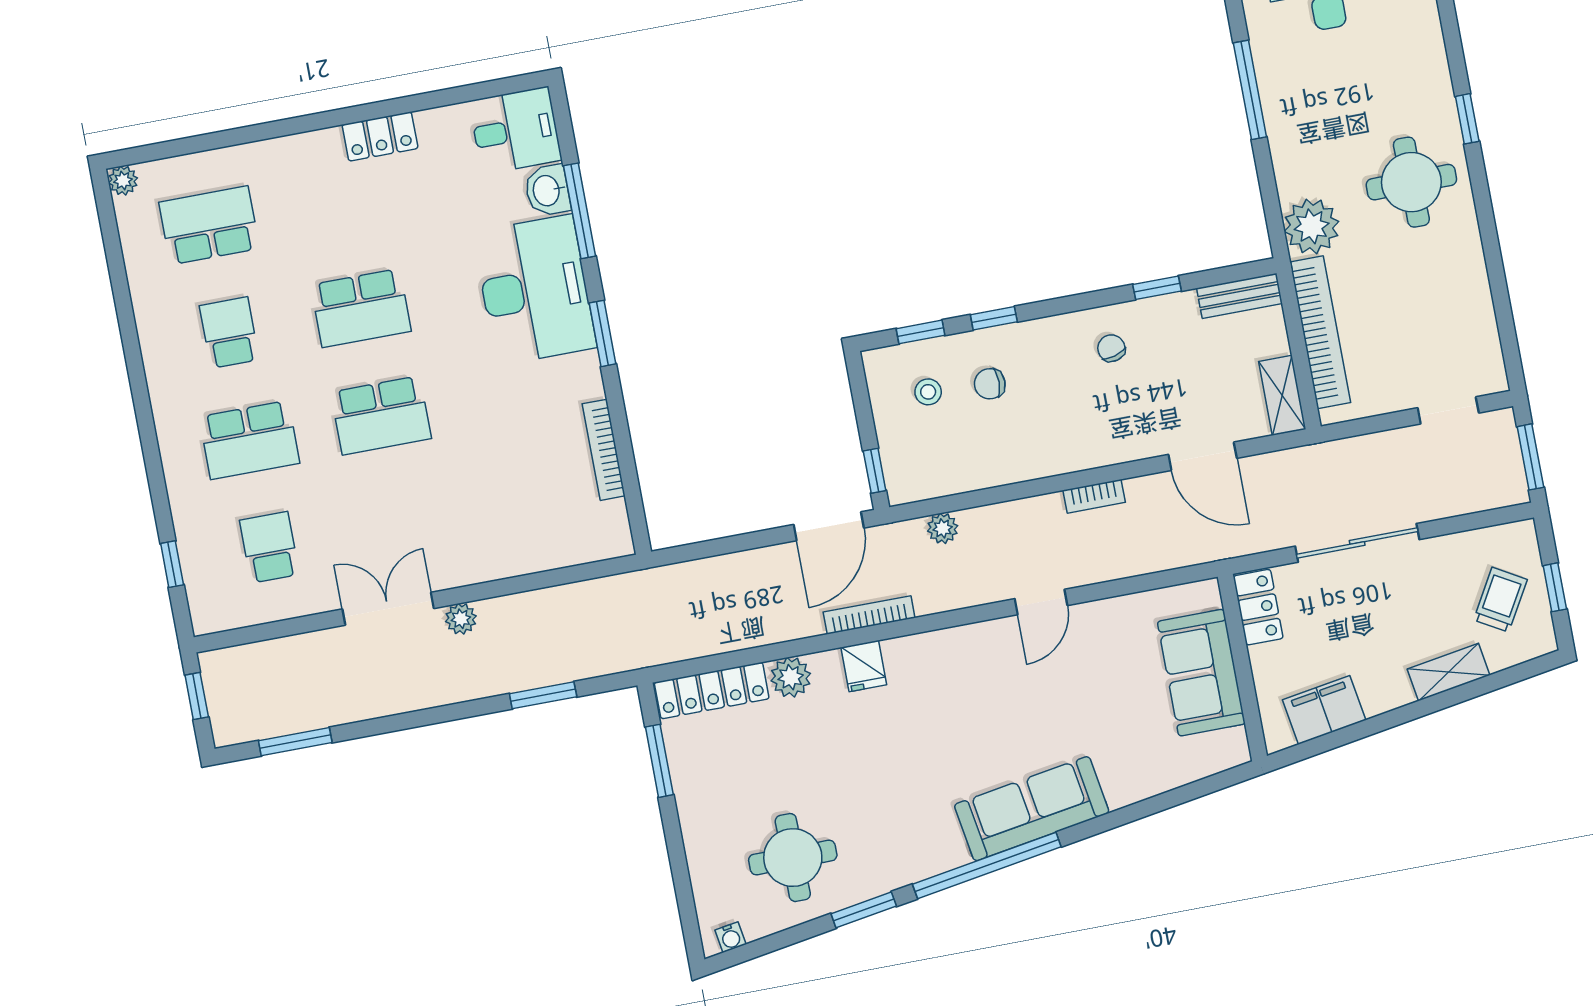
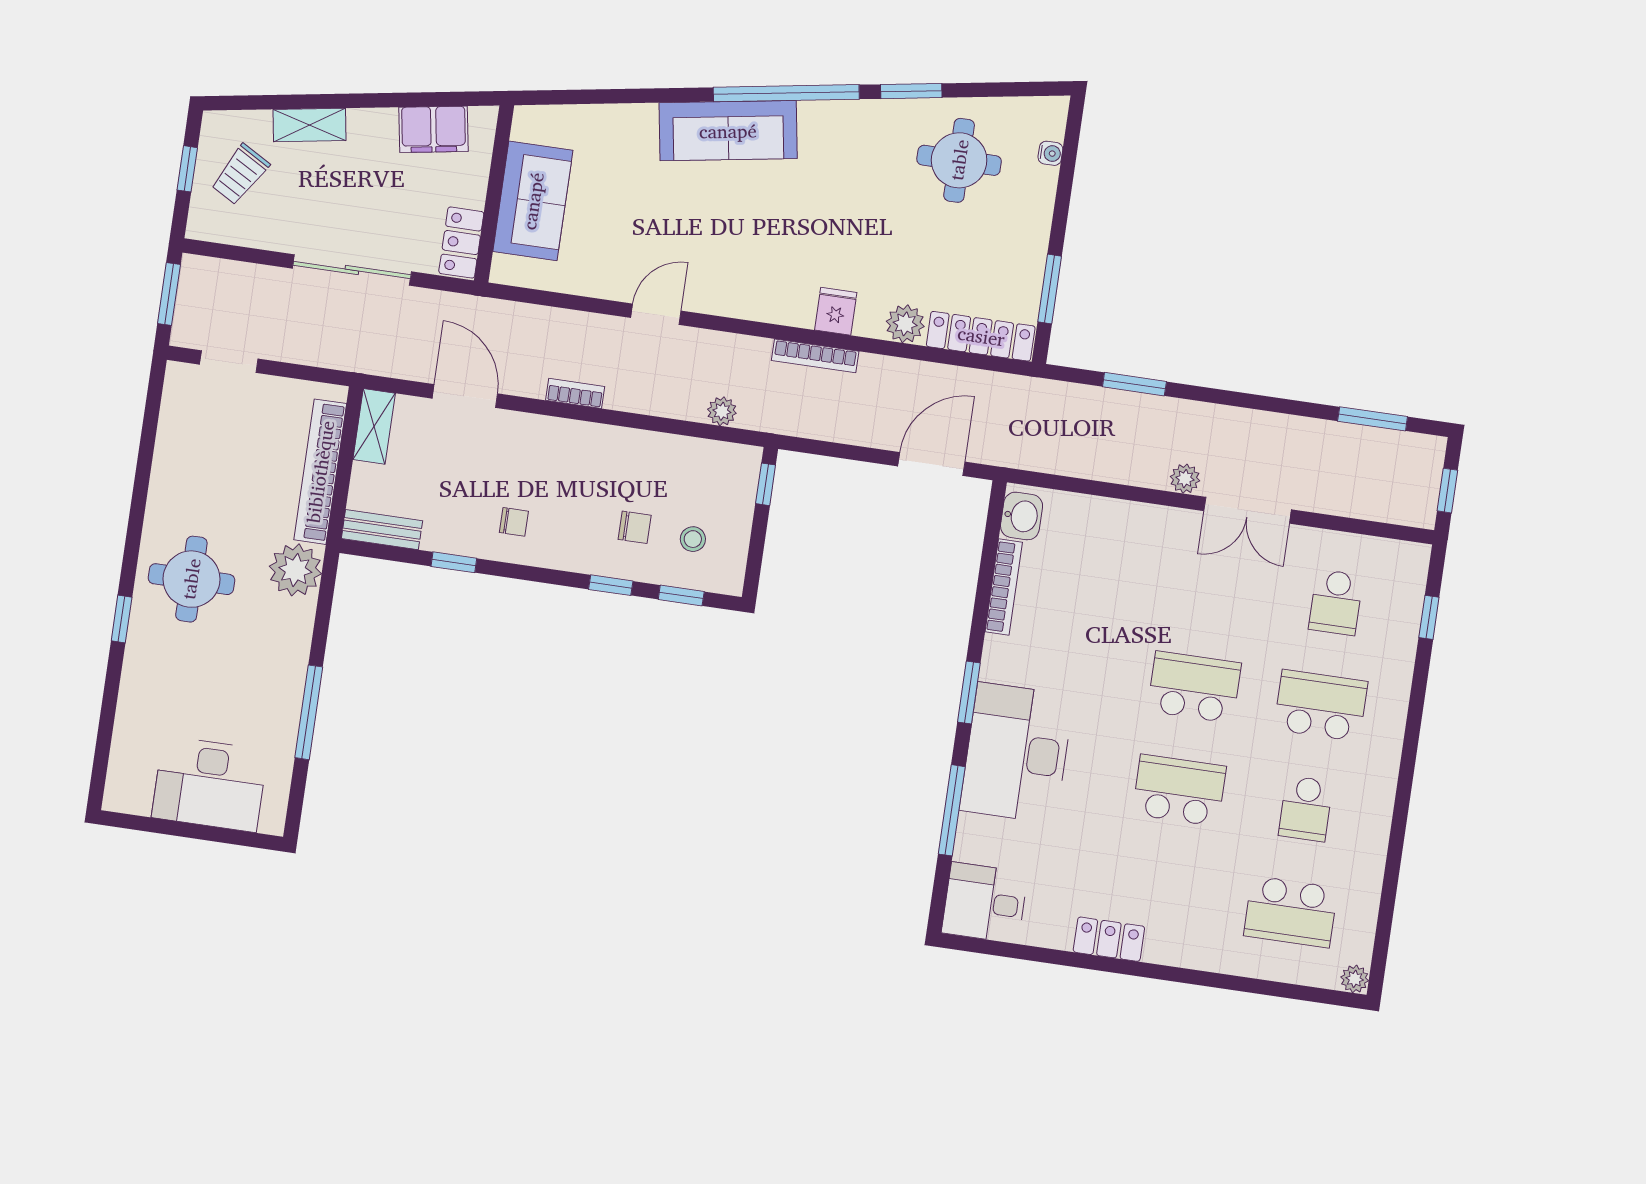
washbasin: (547, 190) -> (1022, 516), moved
chair: (1111, 348) -> (514, 522), turned -74
door: (829, 526) -> (931, 464), moved
water cooler: (730, 937) -> (1050, 153), moved, turned 99

